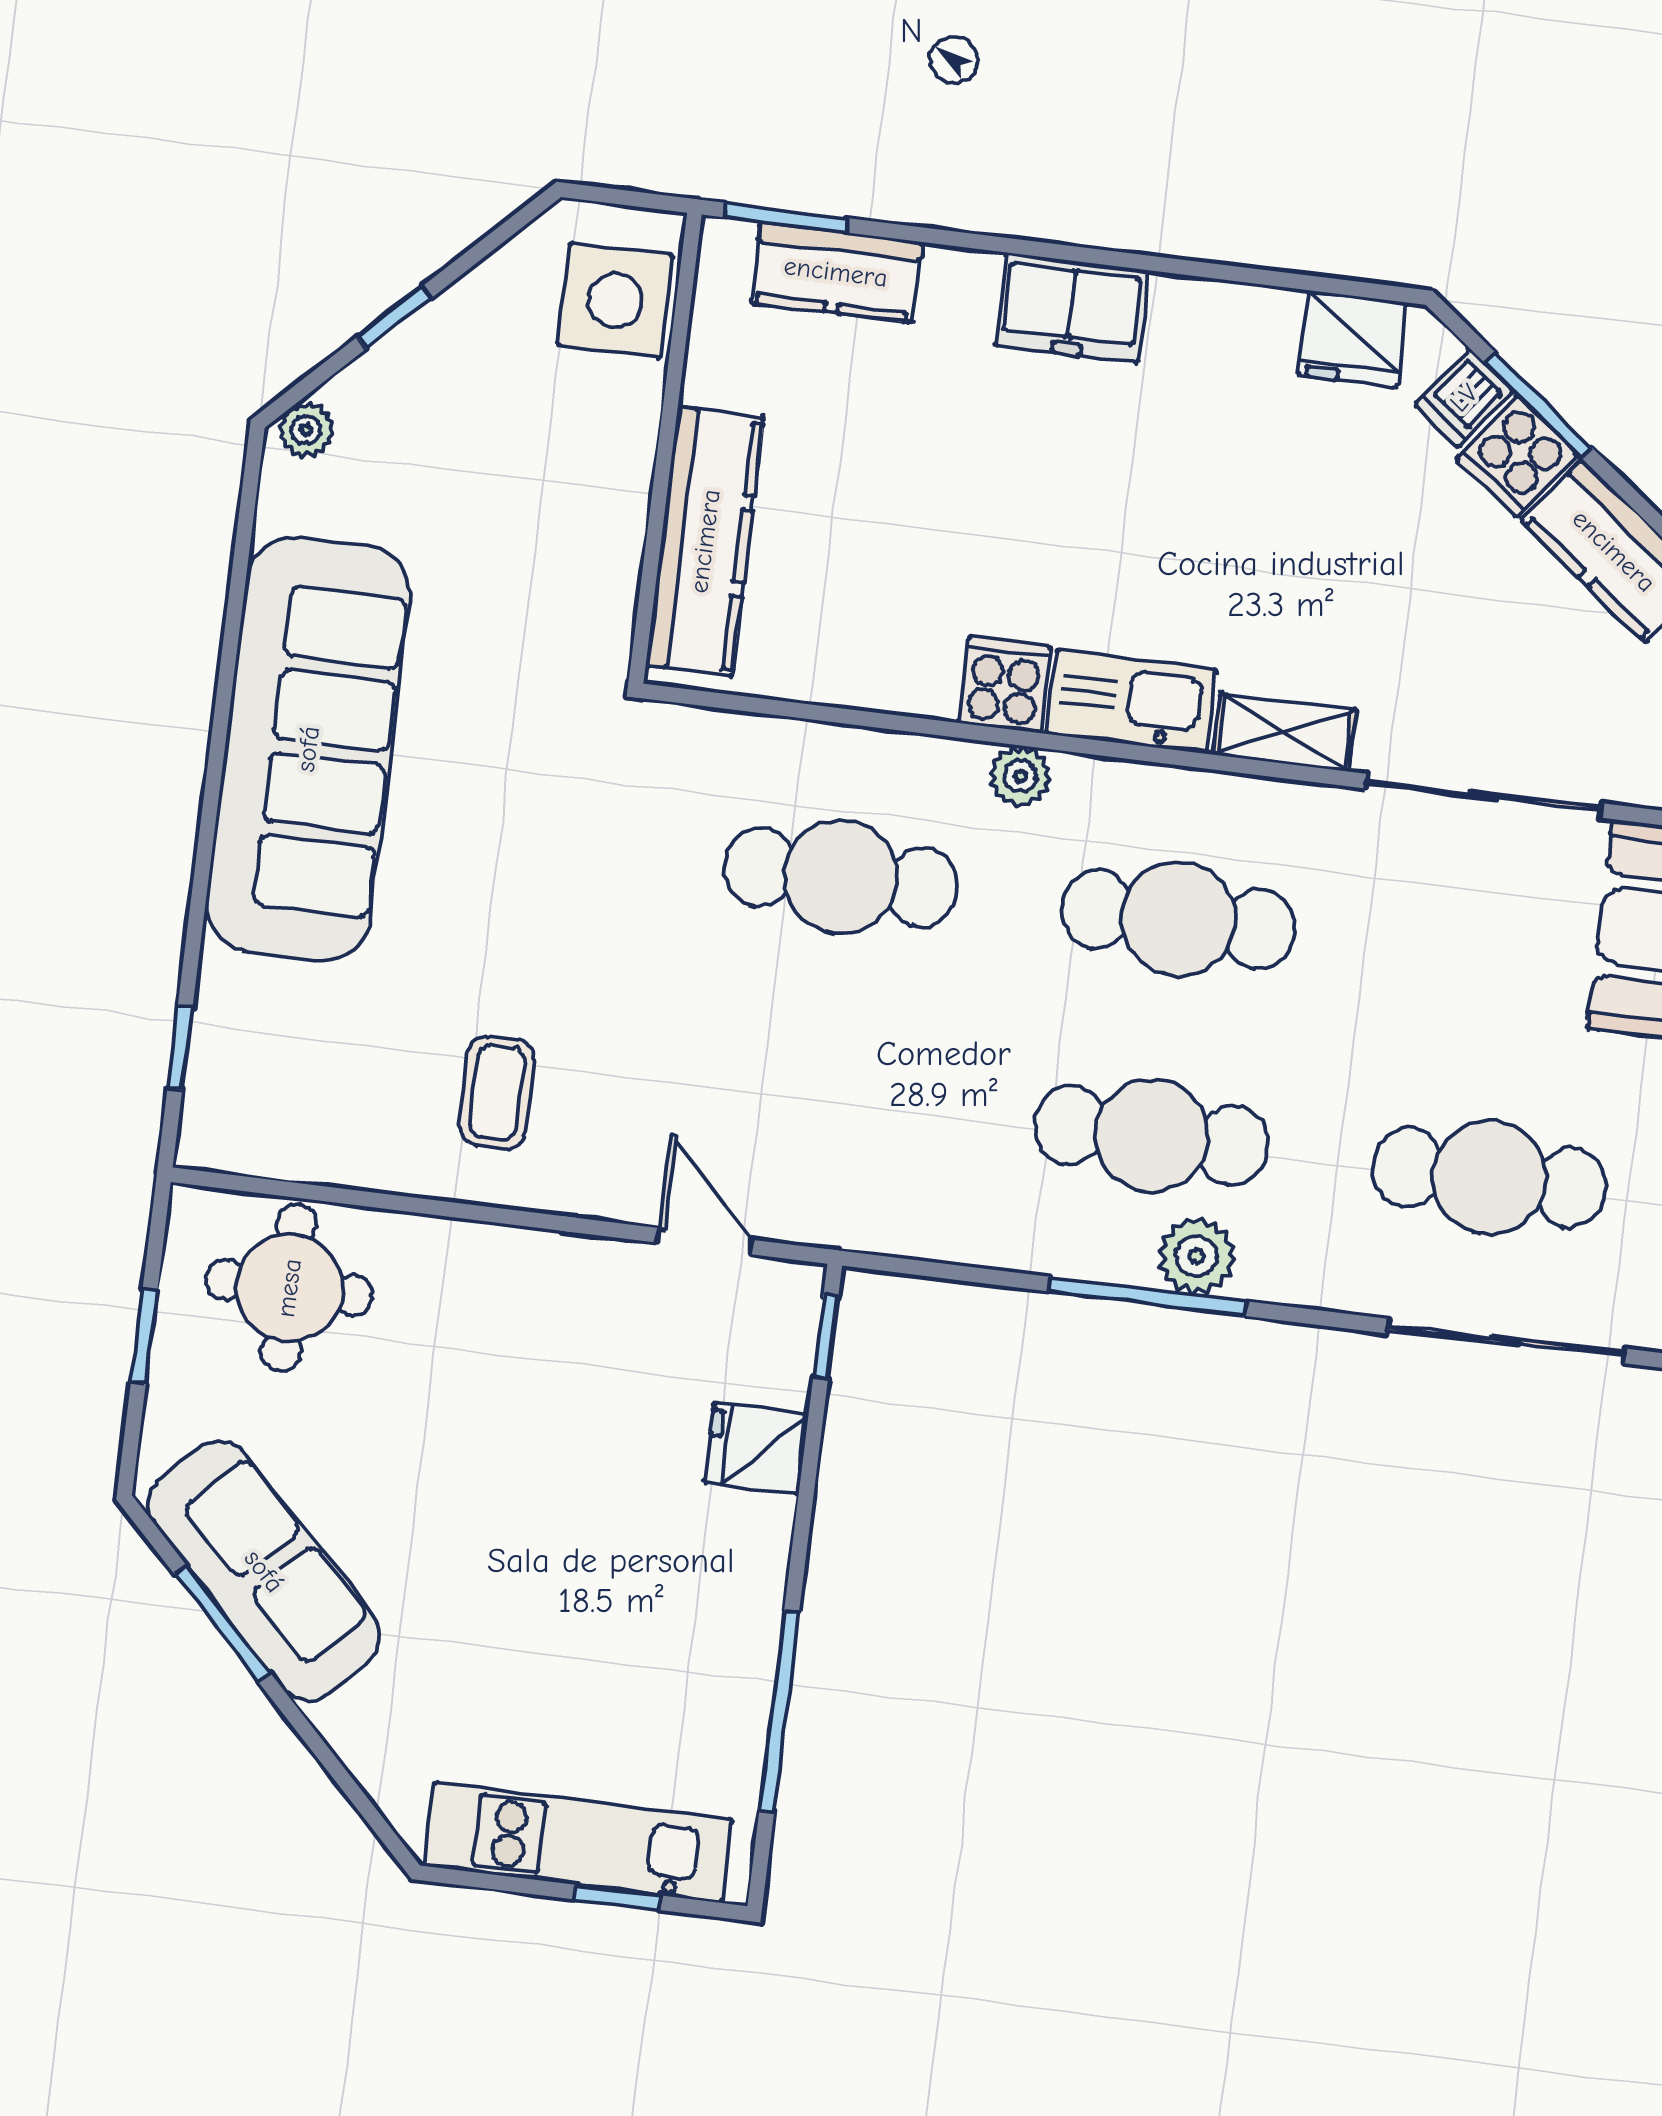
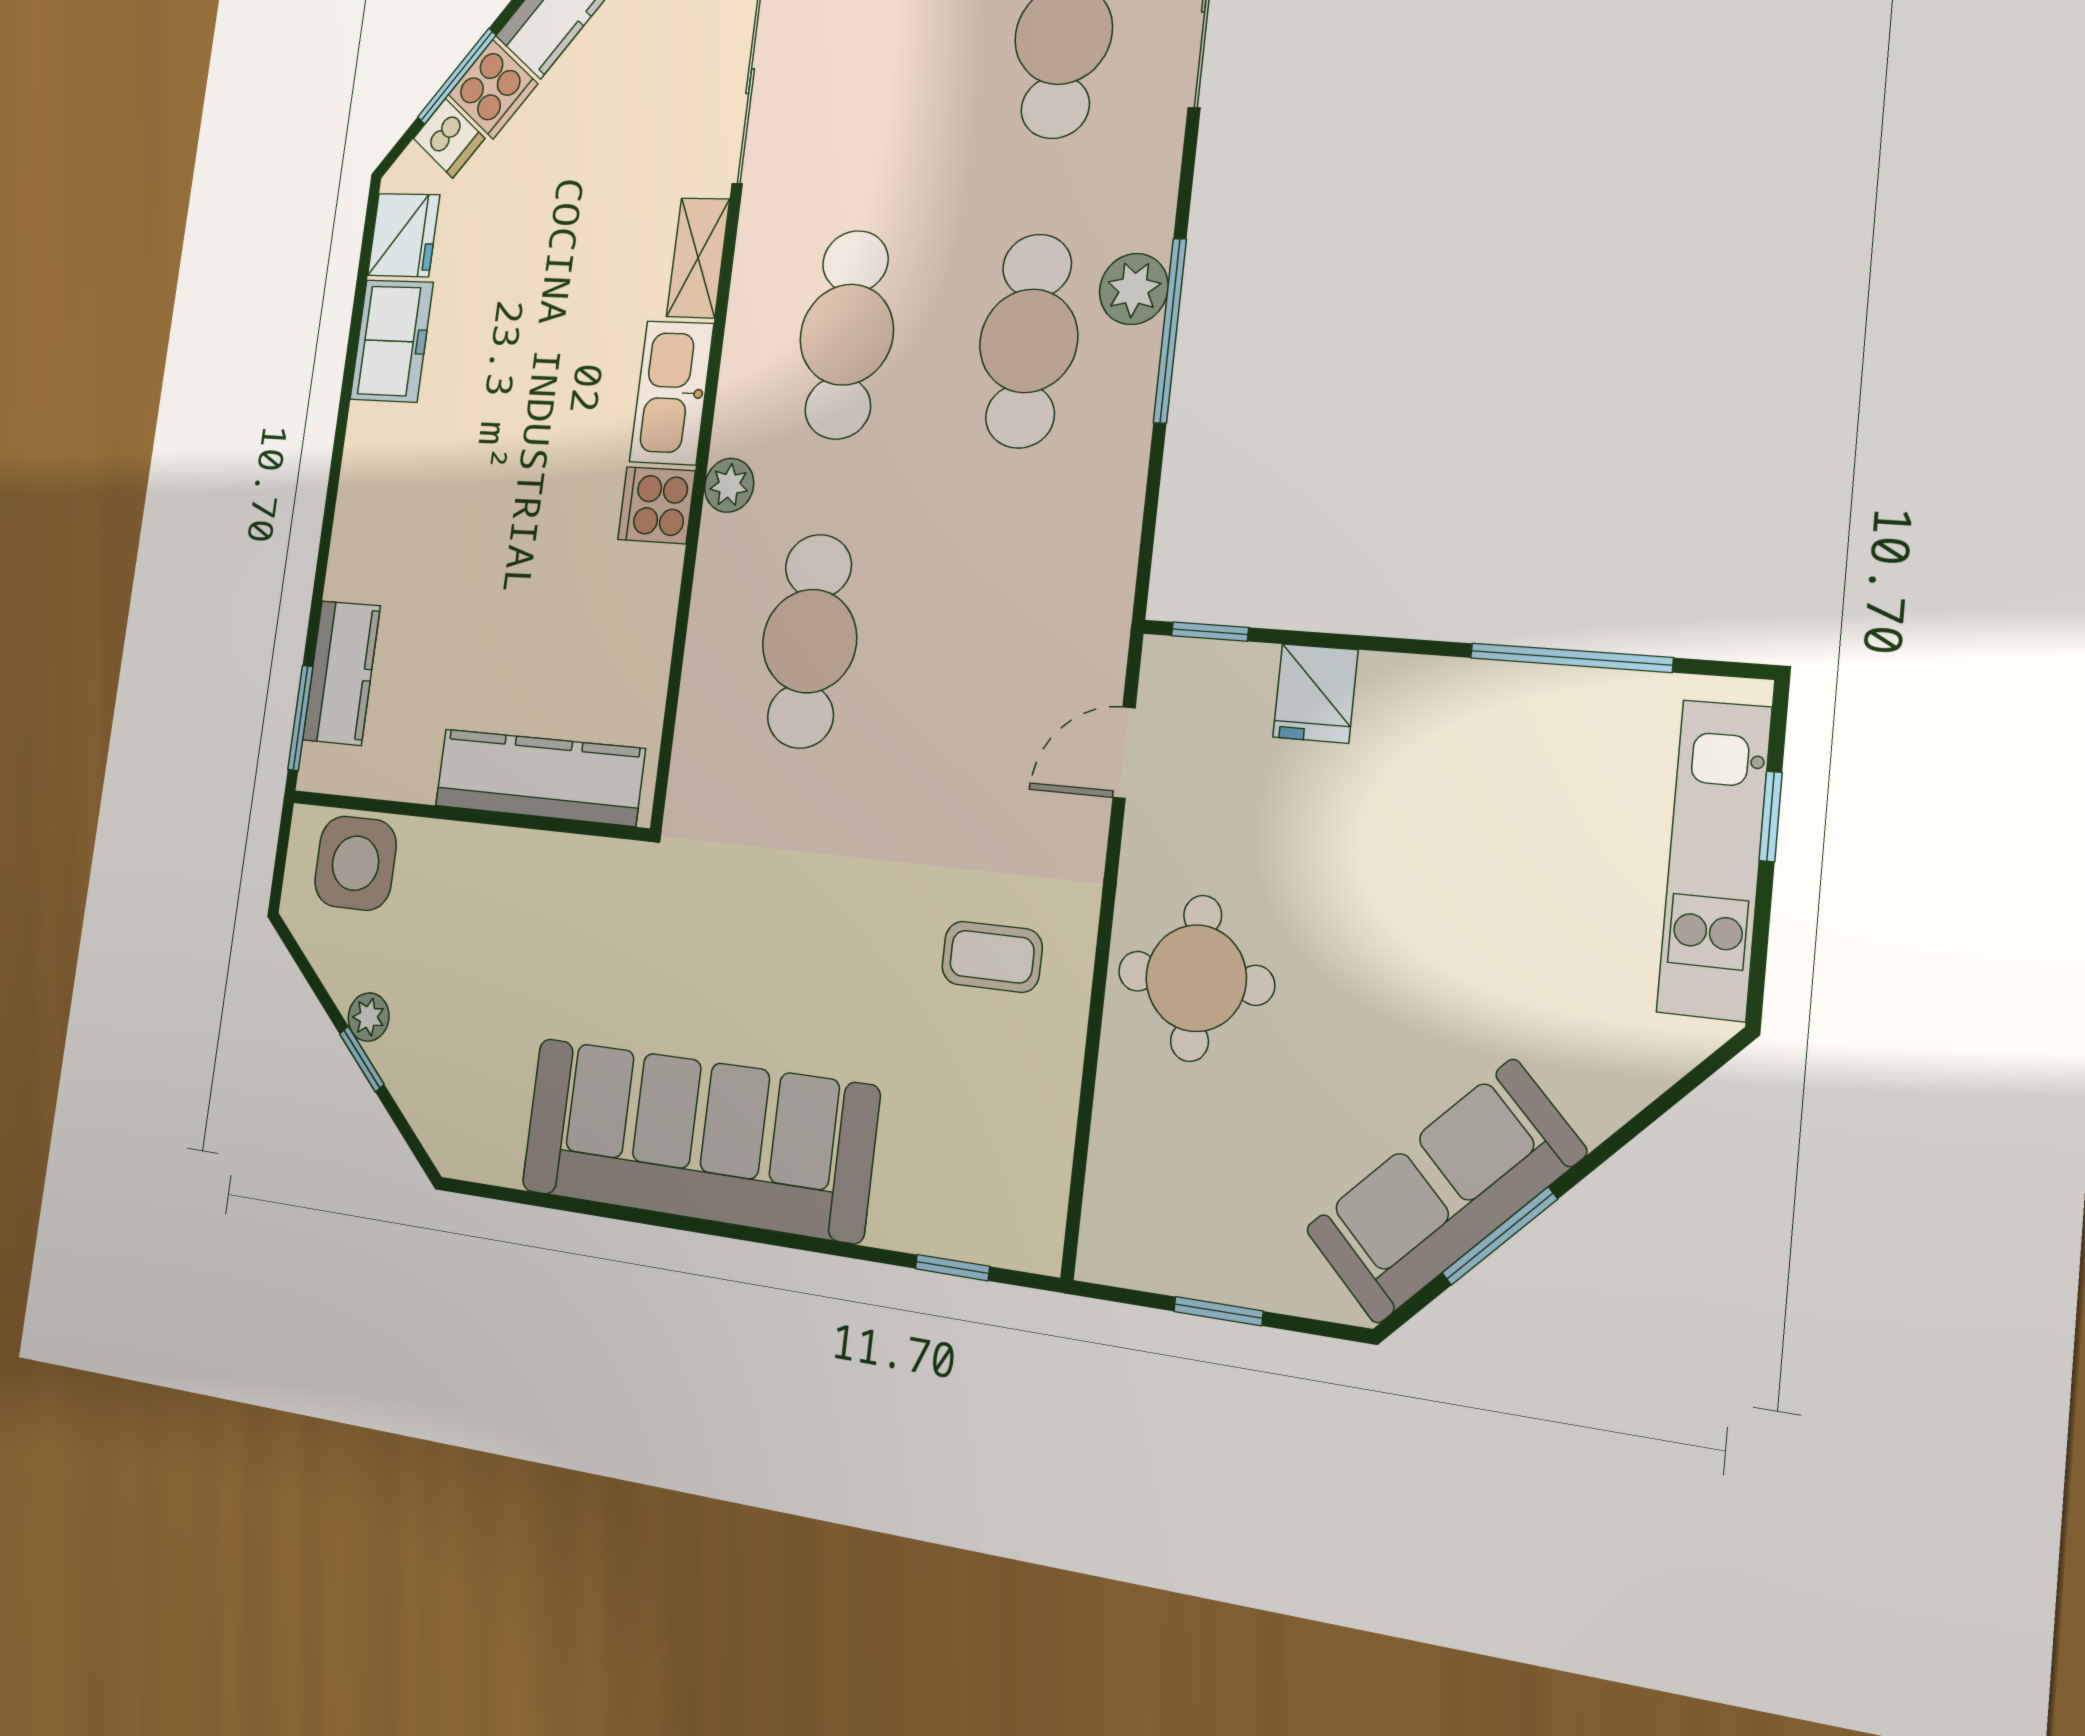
freezer: (1072, 308) -> (392, 341), moved
plant: (306, 430) -> (369, 1017), moved
round table: (289, 1288) -> (1196, 978), moved

